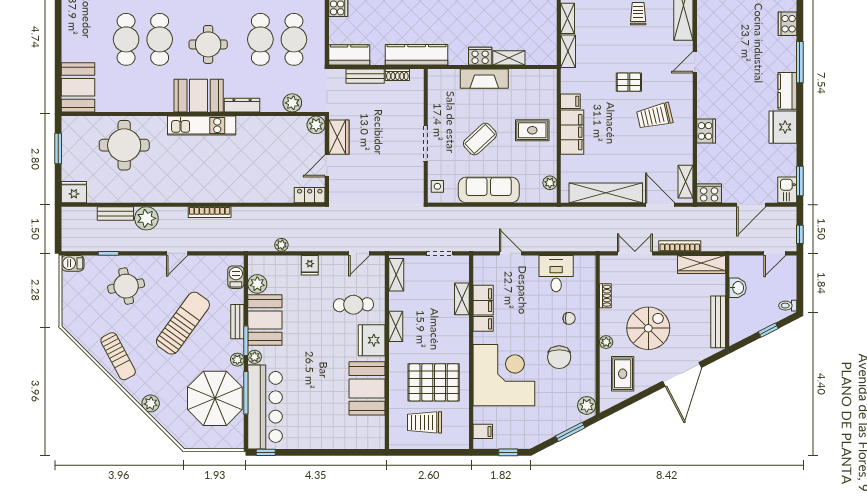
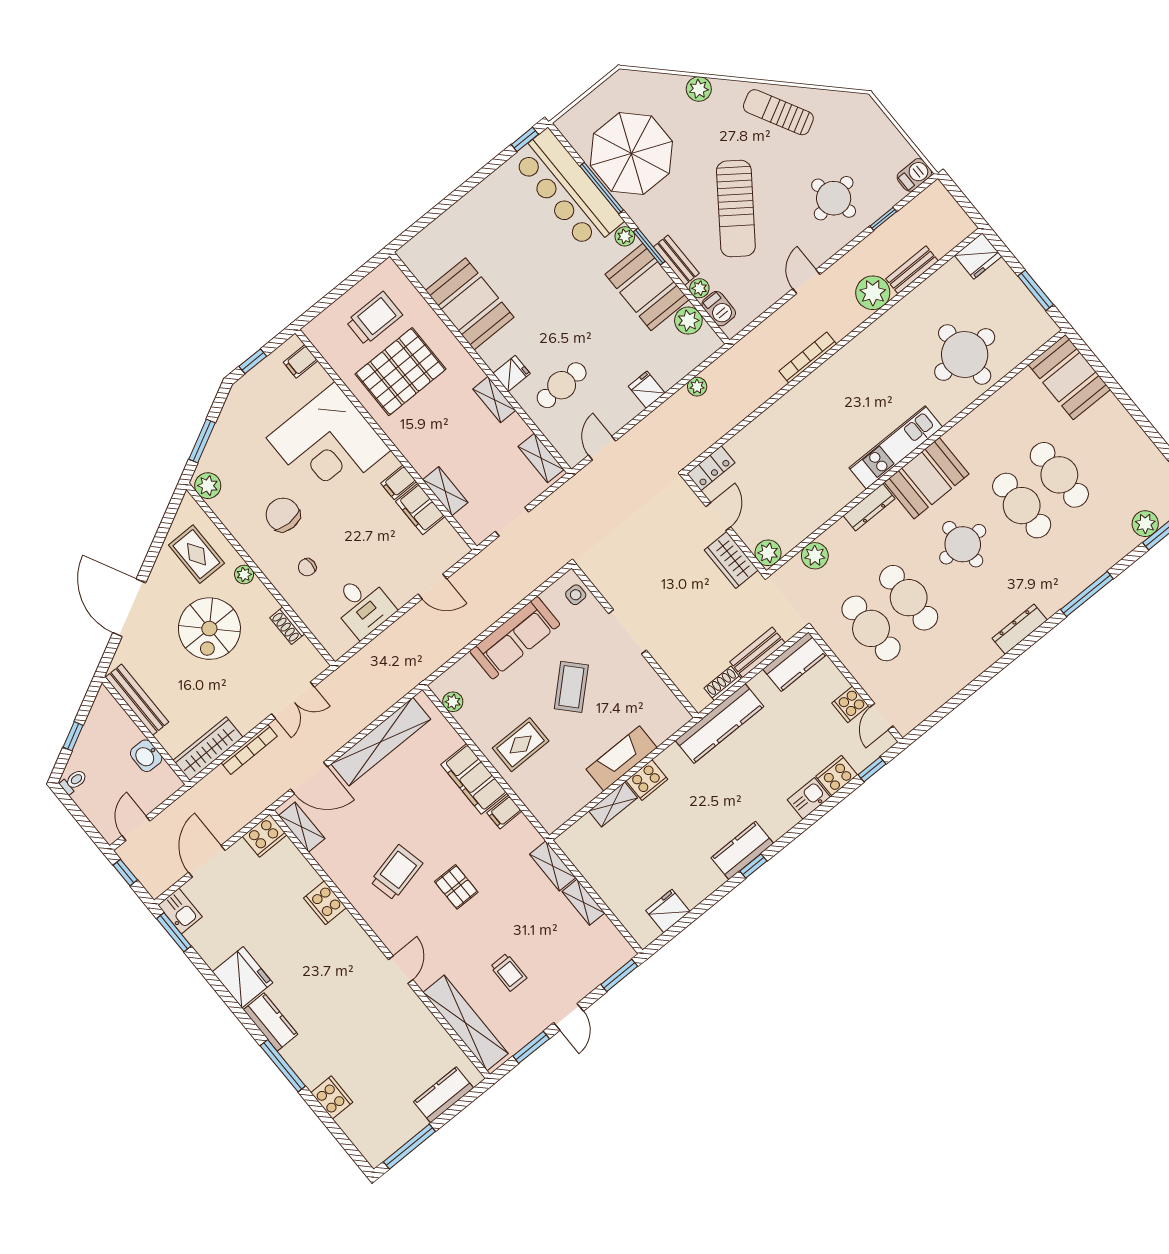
pallet: (629, 82) -> (456, 887), turned 90
fridge: (372, 340) -> (512, 373), width x0.53, depth x0.75
plant: (237, 360) -> (699, 288), moved

